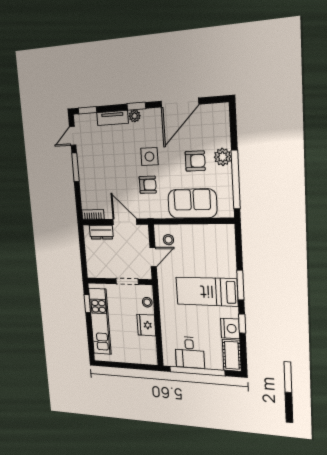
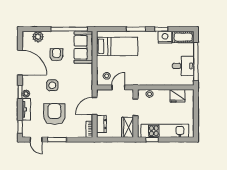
plant: (223, 157) -> (38, 37), moved
armchair: (148, 185) -> (54, 114), moved, width x1.88, depth x1.88
sofa: (192, 204) -> (83, 47), moved
door: (153, 257) -> (118, 87), hinge flipped
wardrobe: (100, 270) -> (128, 127), added
bed: (207, 292) -> (117, 46), moved, turned -90
fridge: (146, 325) -> (178, 96), moved

